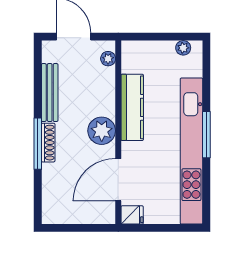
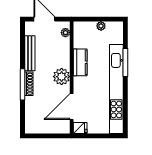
plant: (183, 48) -> (101, 26), moved
kitchen counter: (132, 107) -> (80, 62), width x0.67
window: (206, 135) -> (125, 62), moved

